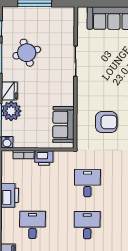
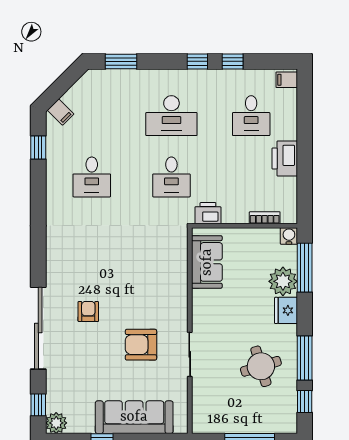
armchair: (106, 122) -> (141, 345), moved
printer: (44, 158) -> (208, 213), moved
desk: (87, 225) -> (171, 116), width x1.37

